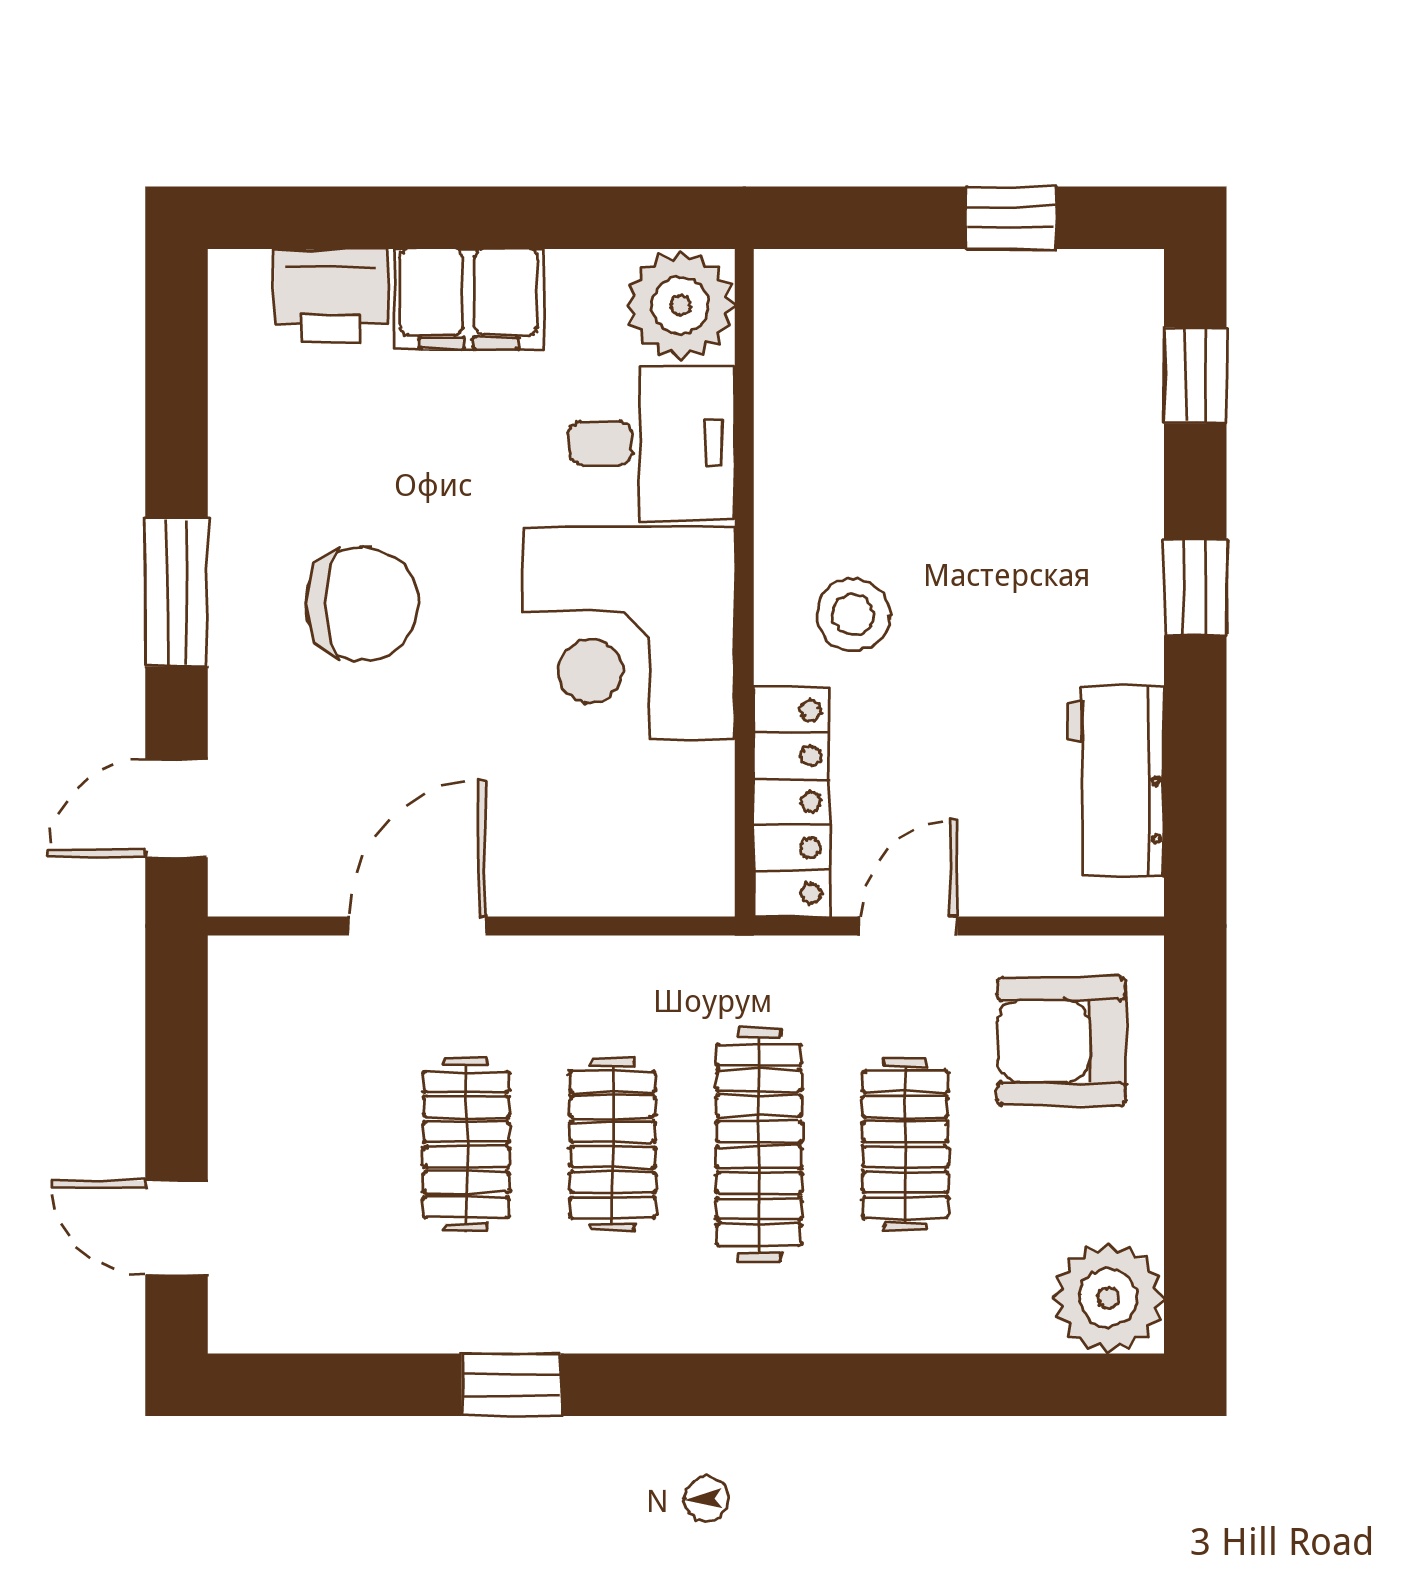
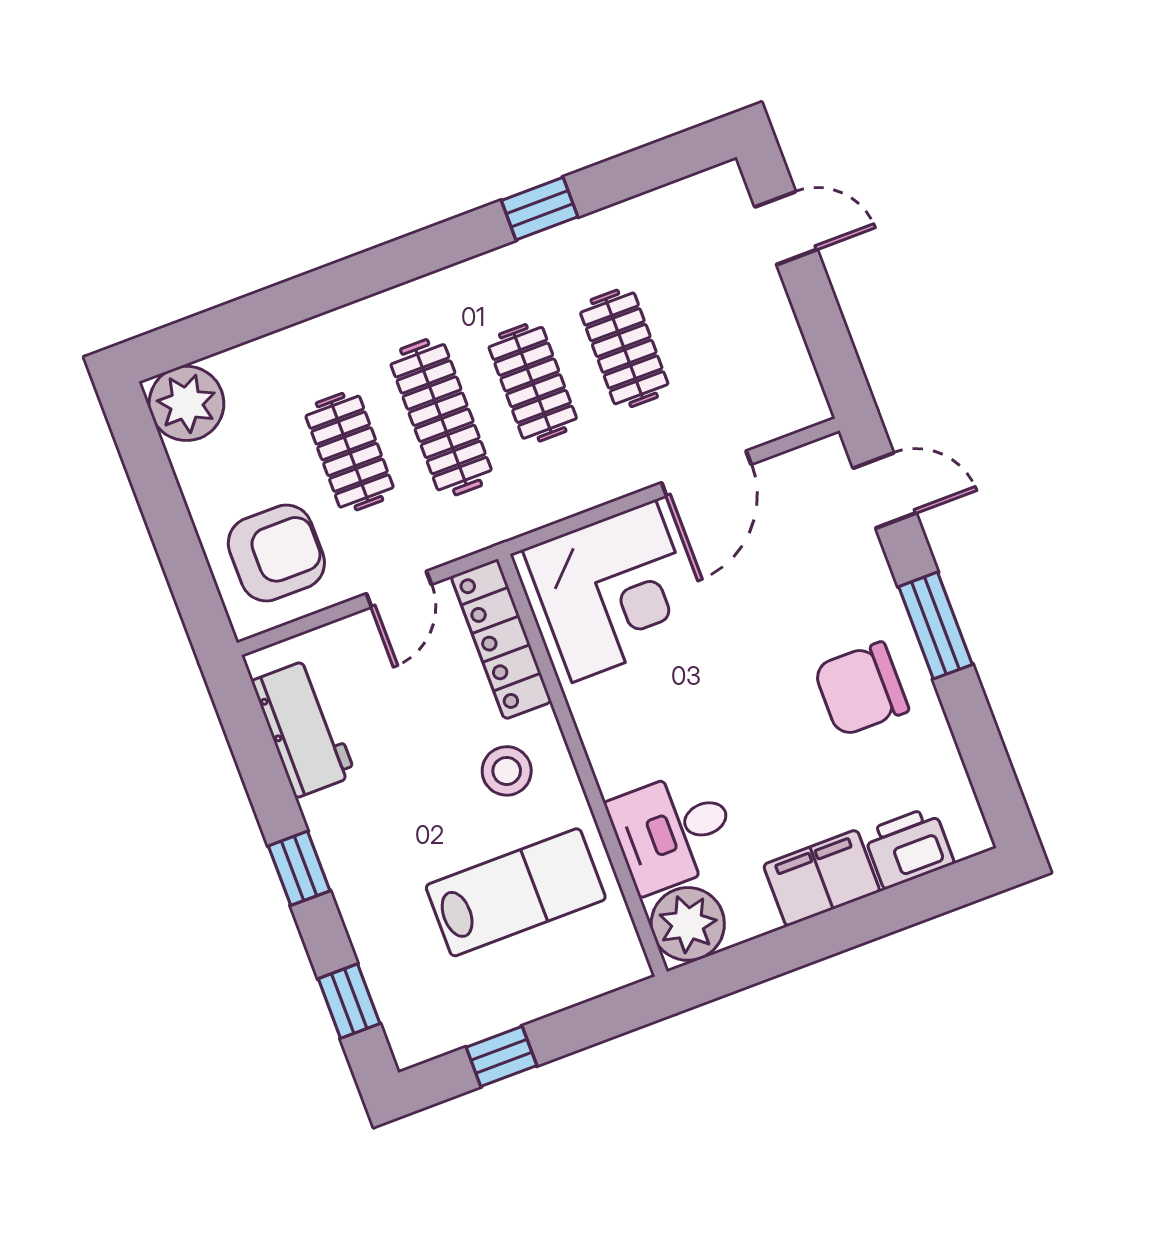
lab bench: (905, 440) -> (516, 892), added
chair: (362, 604) -> (861, 689), moved
corner desk: (628, 633) -> (614, 591), moved, turned 90
door: (176, 808) -> (885, 490), hinge flipped

